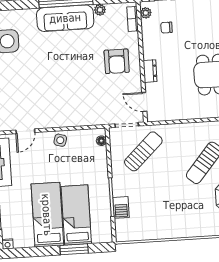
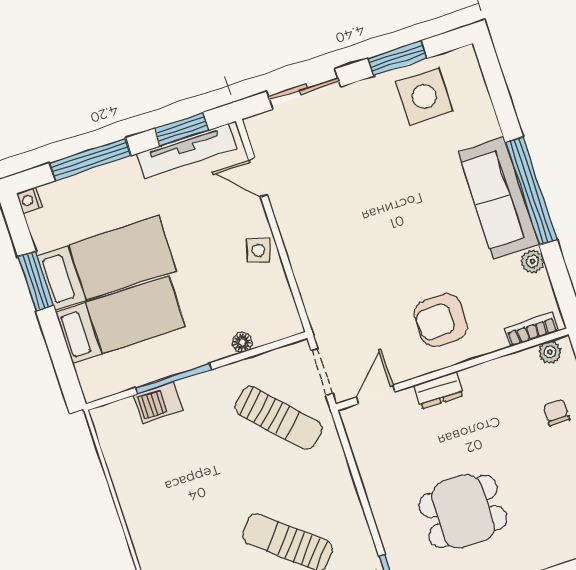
chair: (167, 27) -> (556, 413), moved
floor lamp: (101, 141) -> (242, 342), moved
window: (74, 249) -> (36, 281), moved

